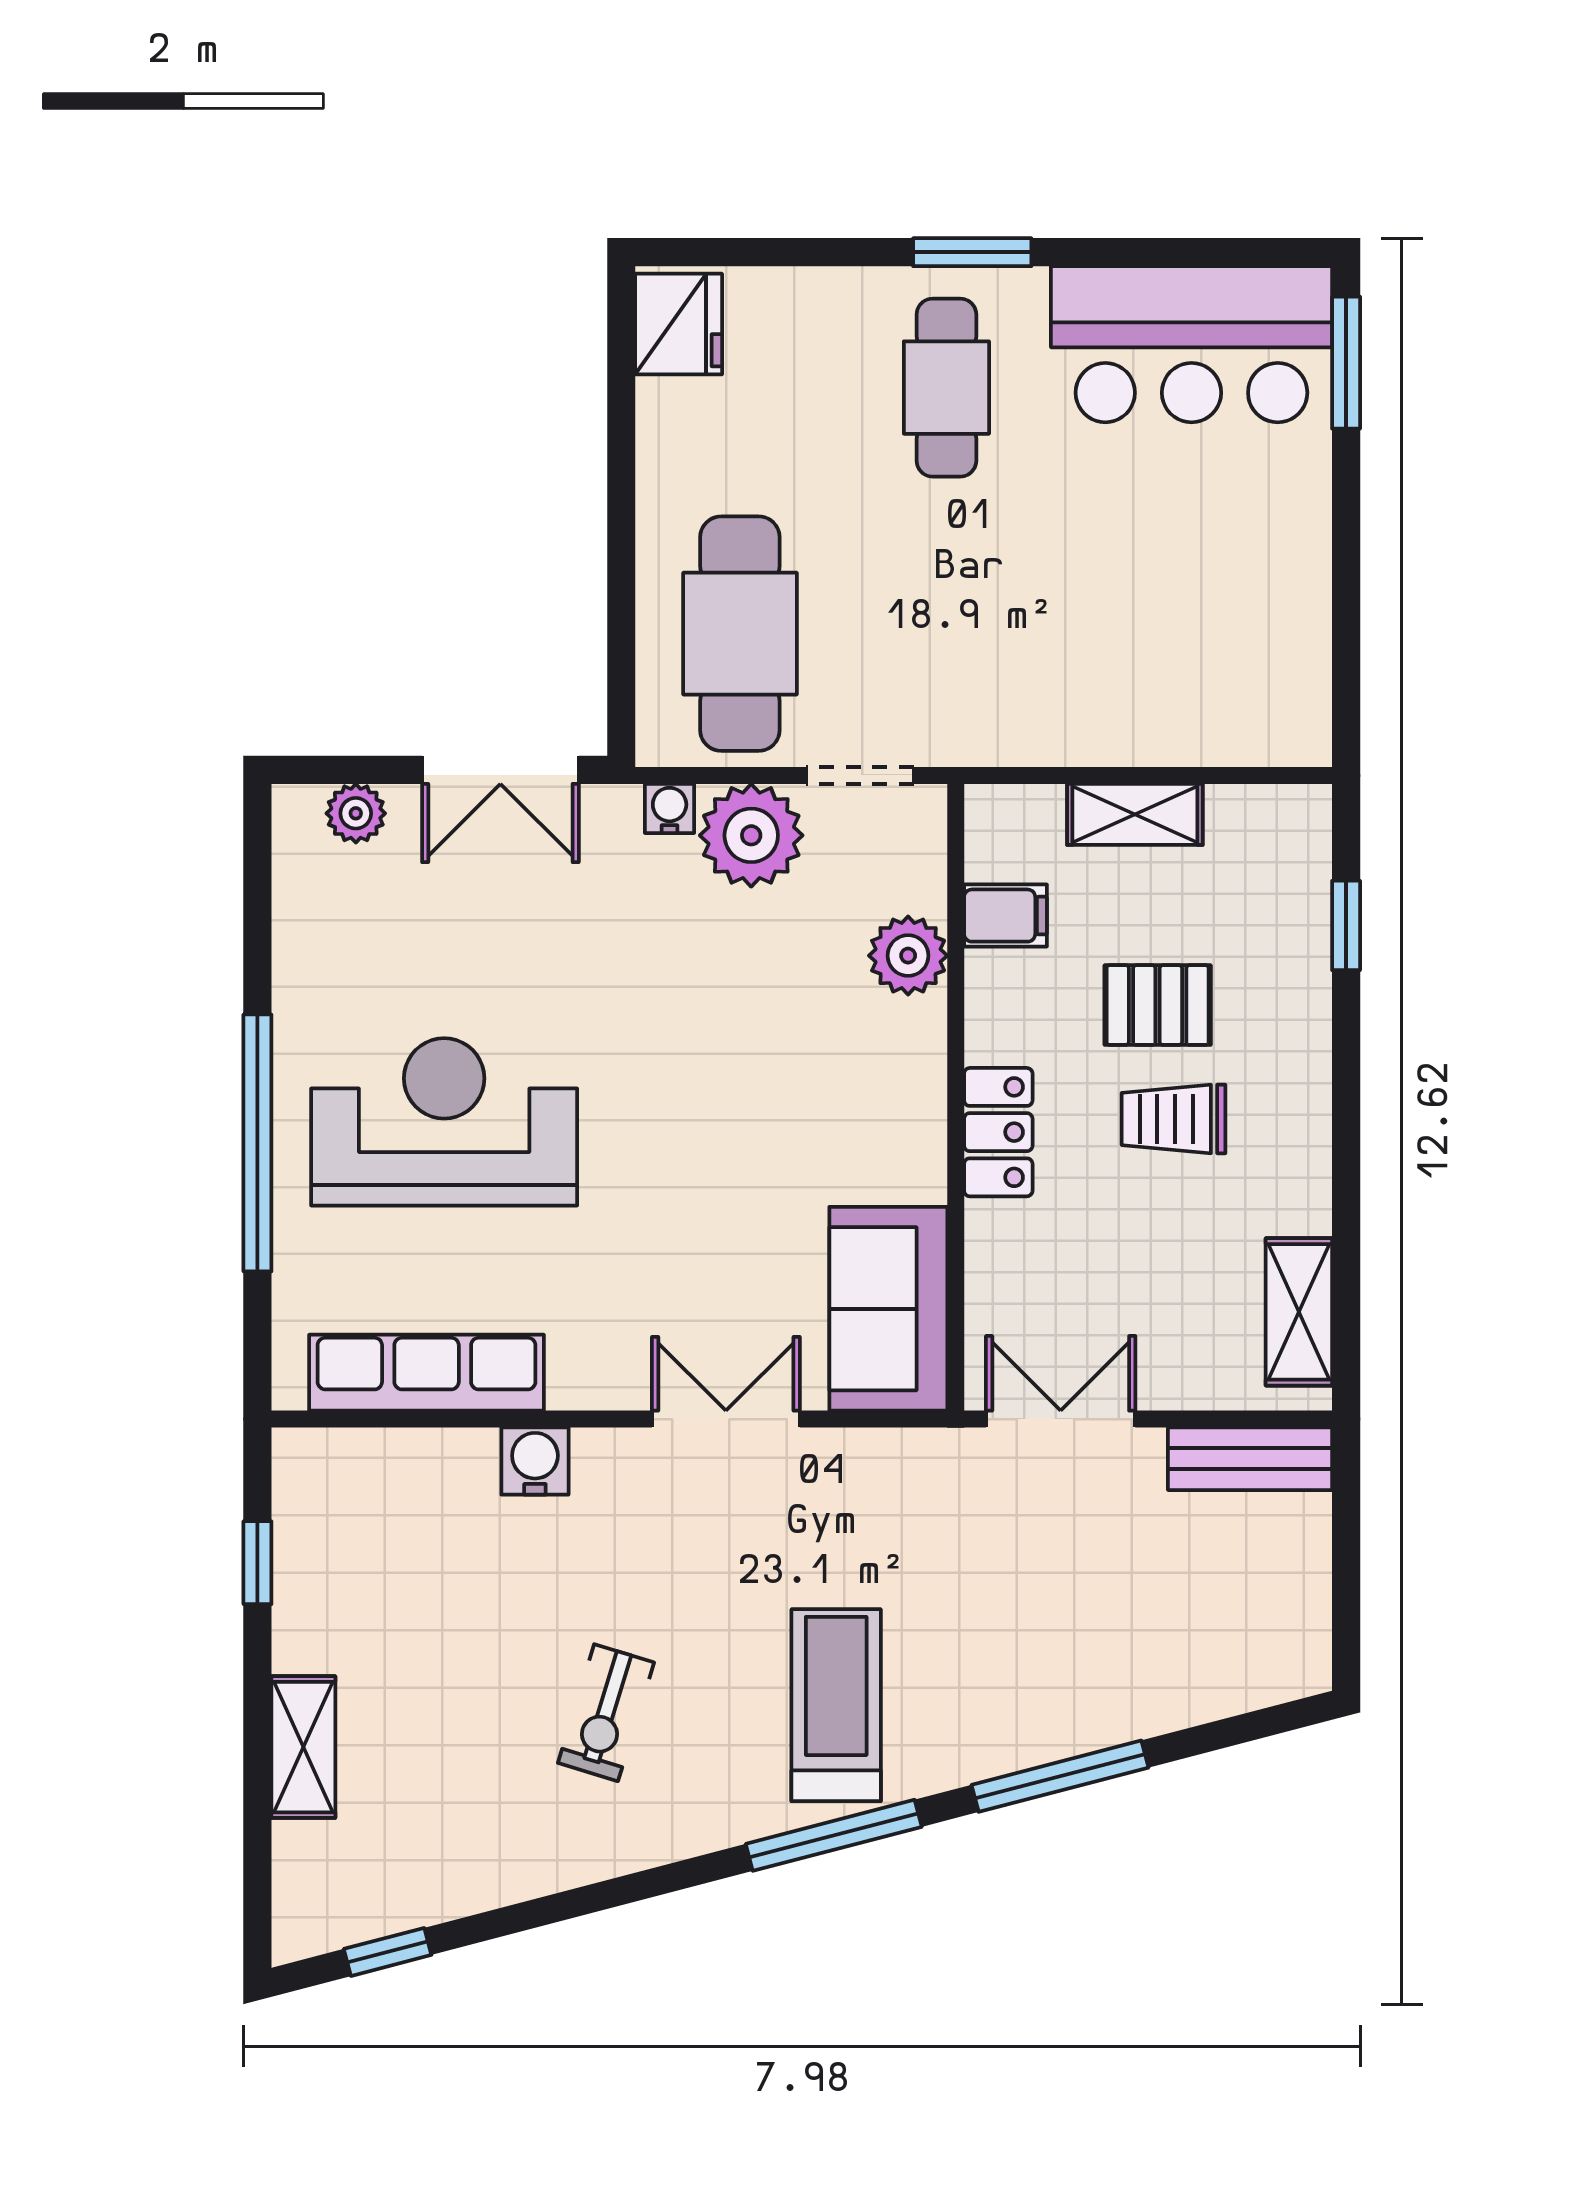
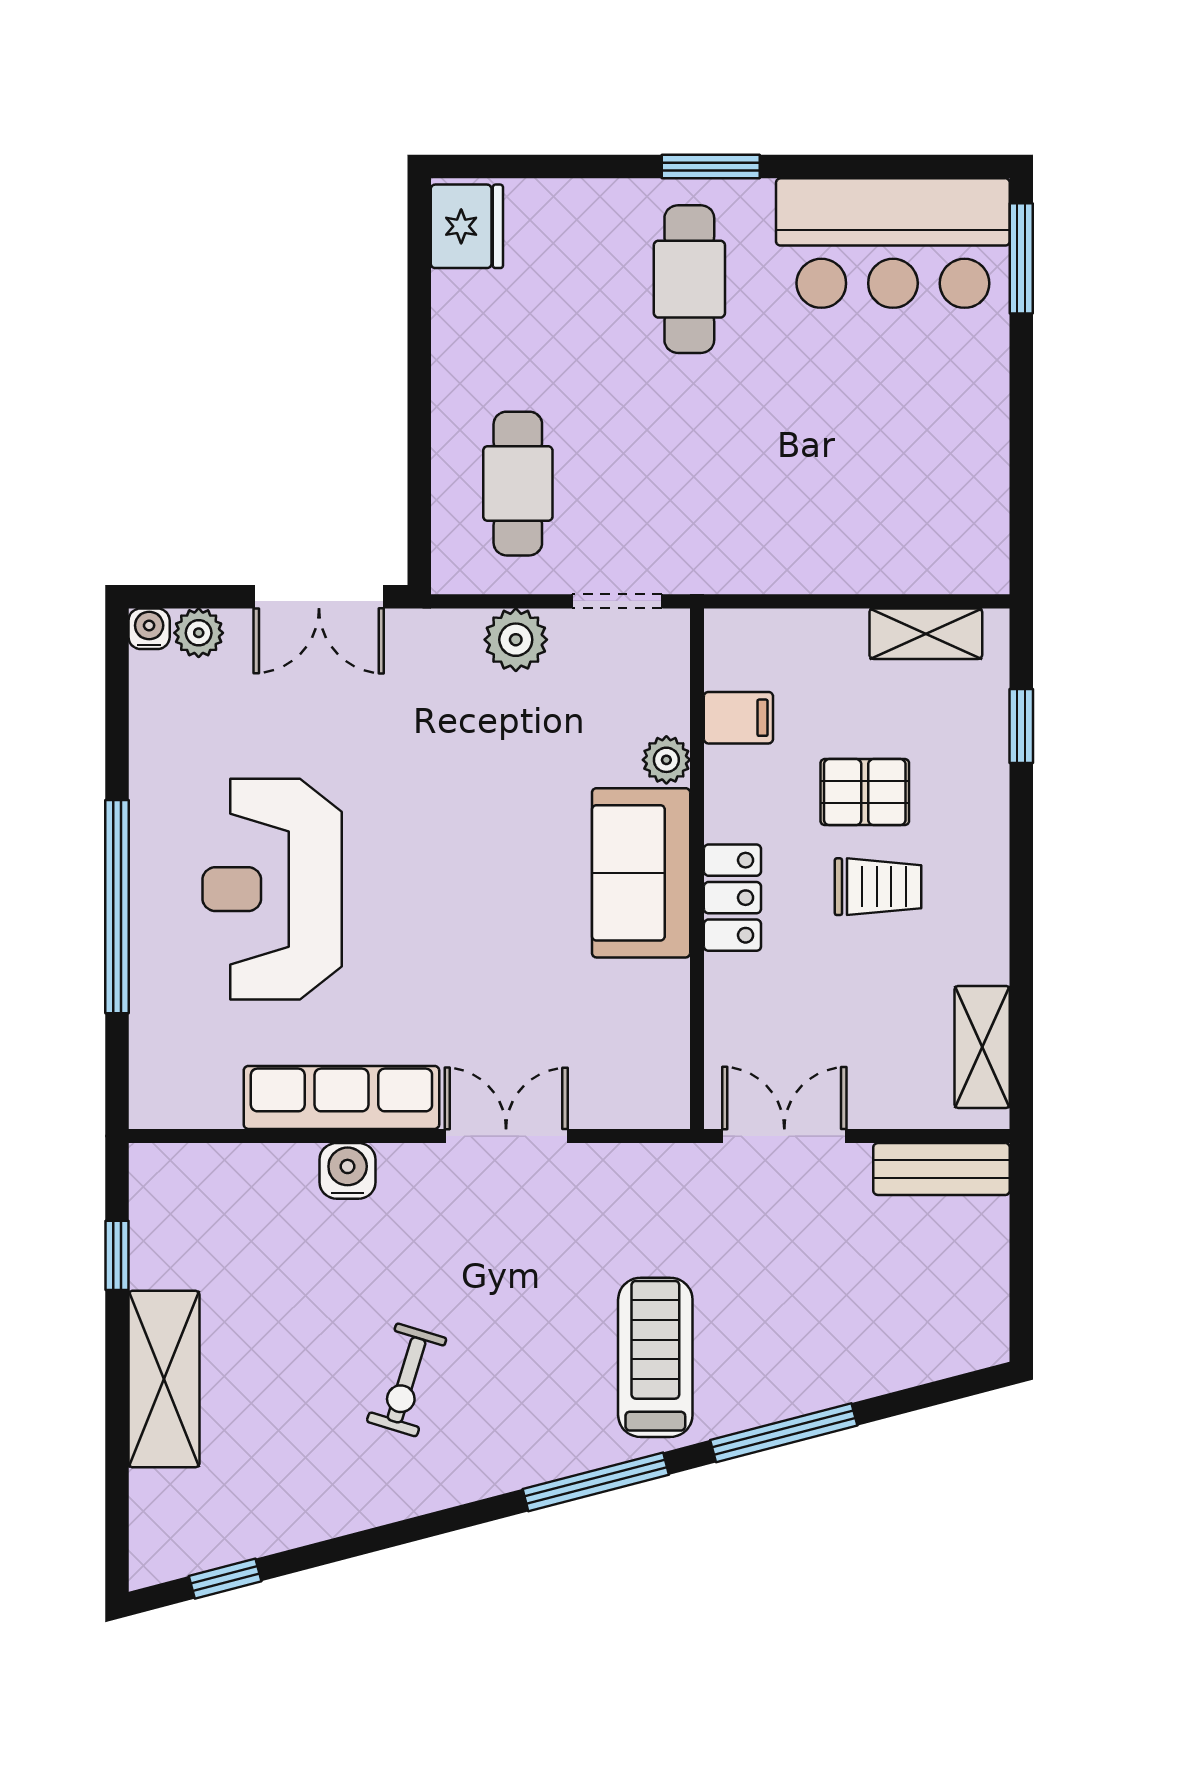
cafe table: (740, 634) -> (518, 484), width x0.73, depth x0.74
water cooler: (670, 808) -> (149, 629), moved
shelving: (1135, 814) -> (926, 634), moved
plant: (751, 835) -> (516, 640), width x0.73, depth x0.73
plant: (908, 956) -> (666, 760), width x0.73, depth x0.73
trolley: (1174, 1119) -> (878, 887), turned 180
reception desk: (444, 1122) -> (272, 889), turned -90
sofa: (888, 1309) -> (641, 873), moved
row of seats: (427, 1373) -> (341, 1097), moved
treadmill: (836, 1705) -> (655, 1357), moved
shelving: (303, 1747) -> (164, 1379), width x1.50, depth x1.33

